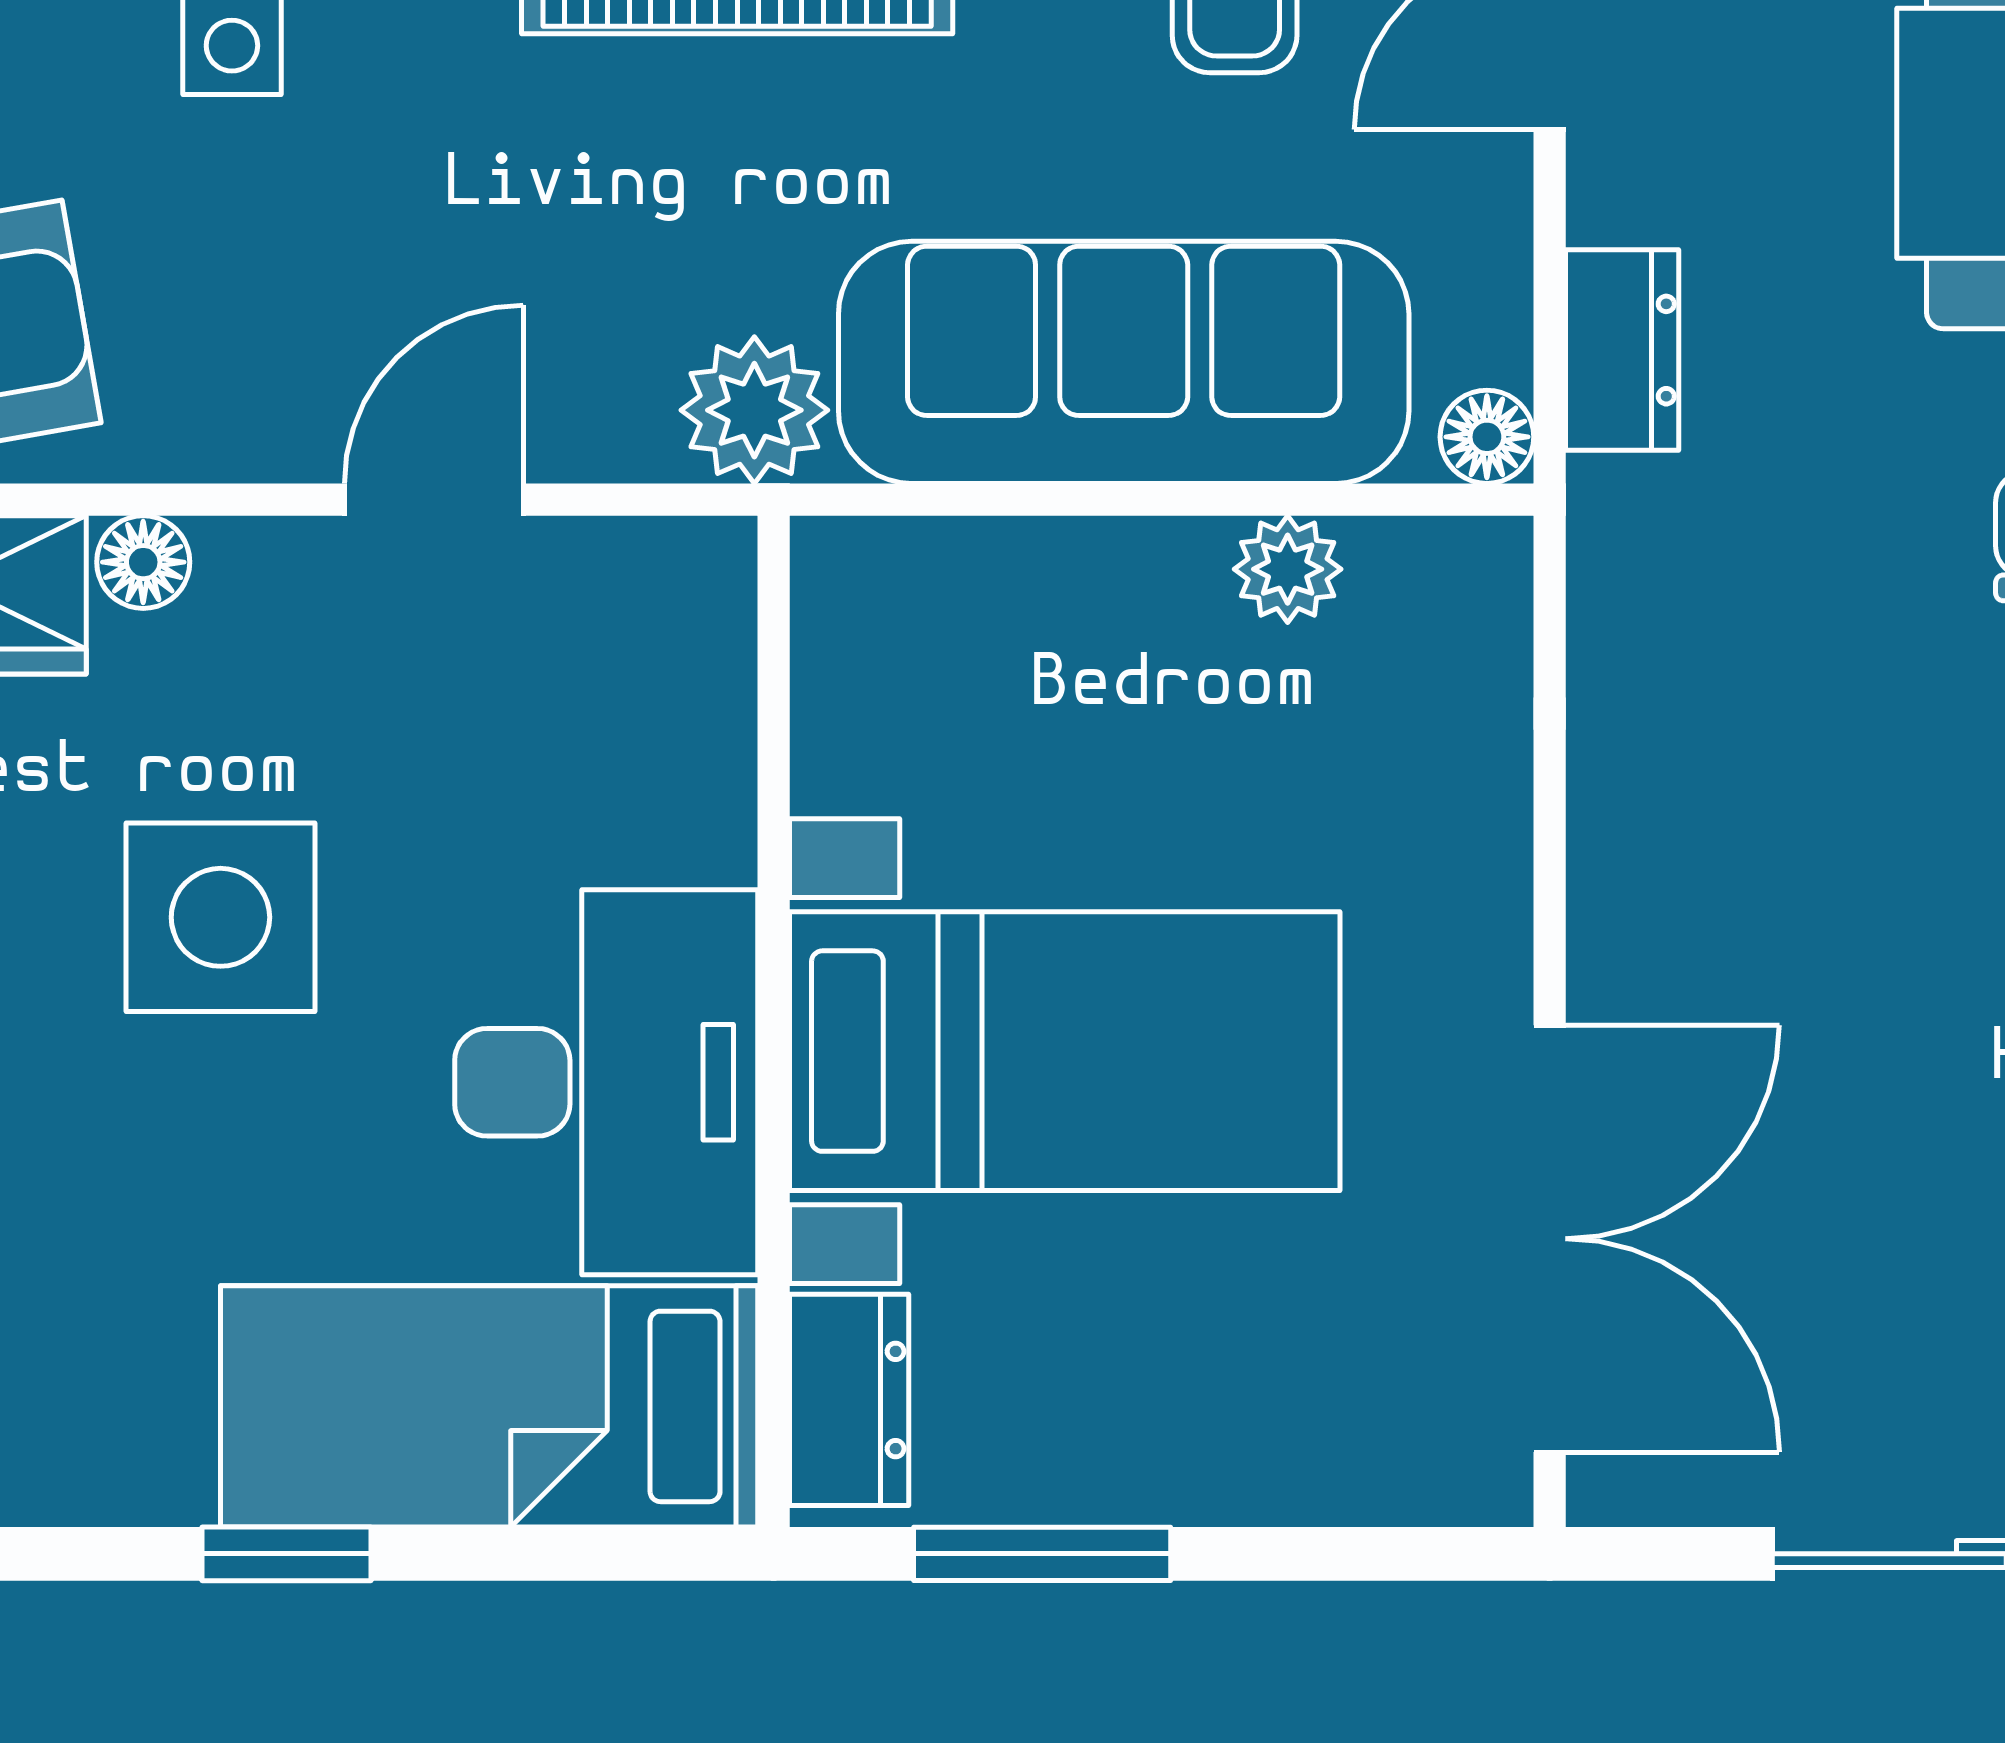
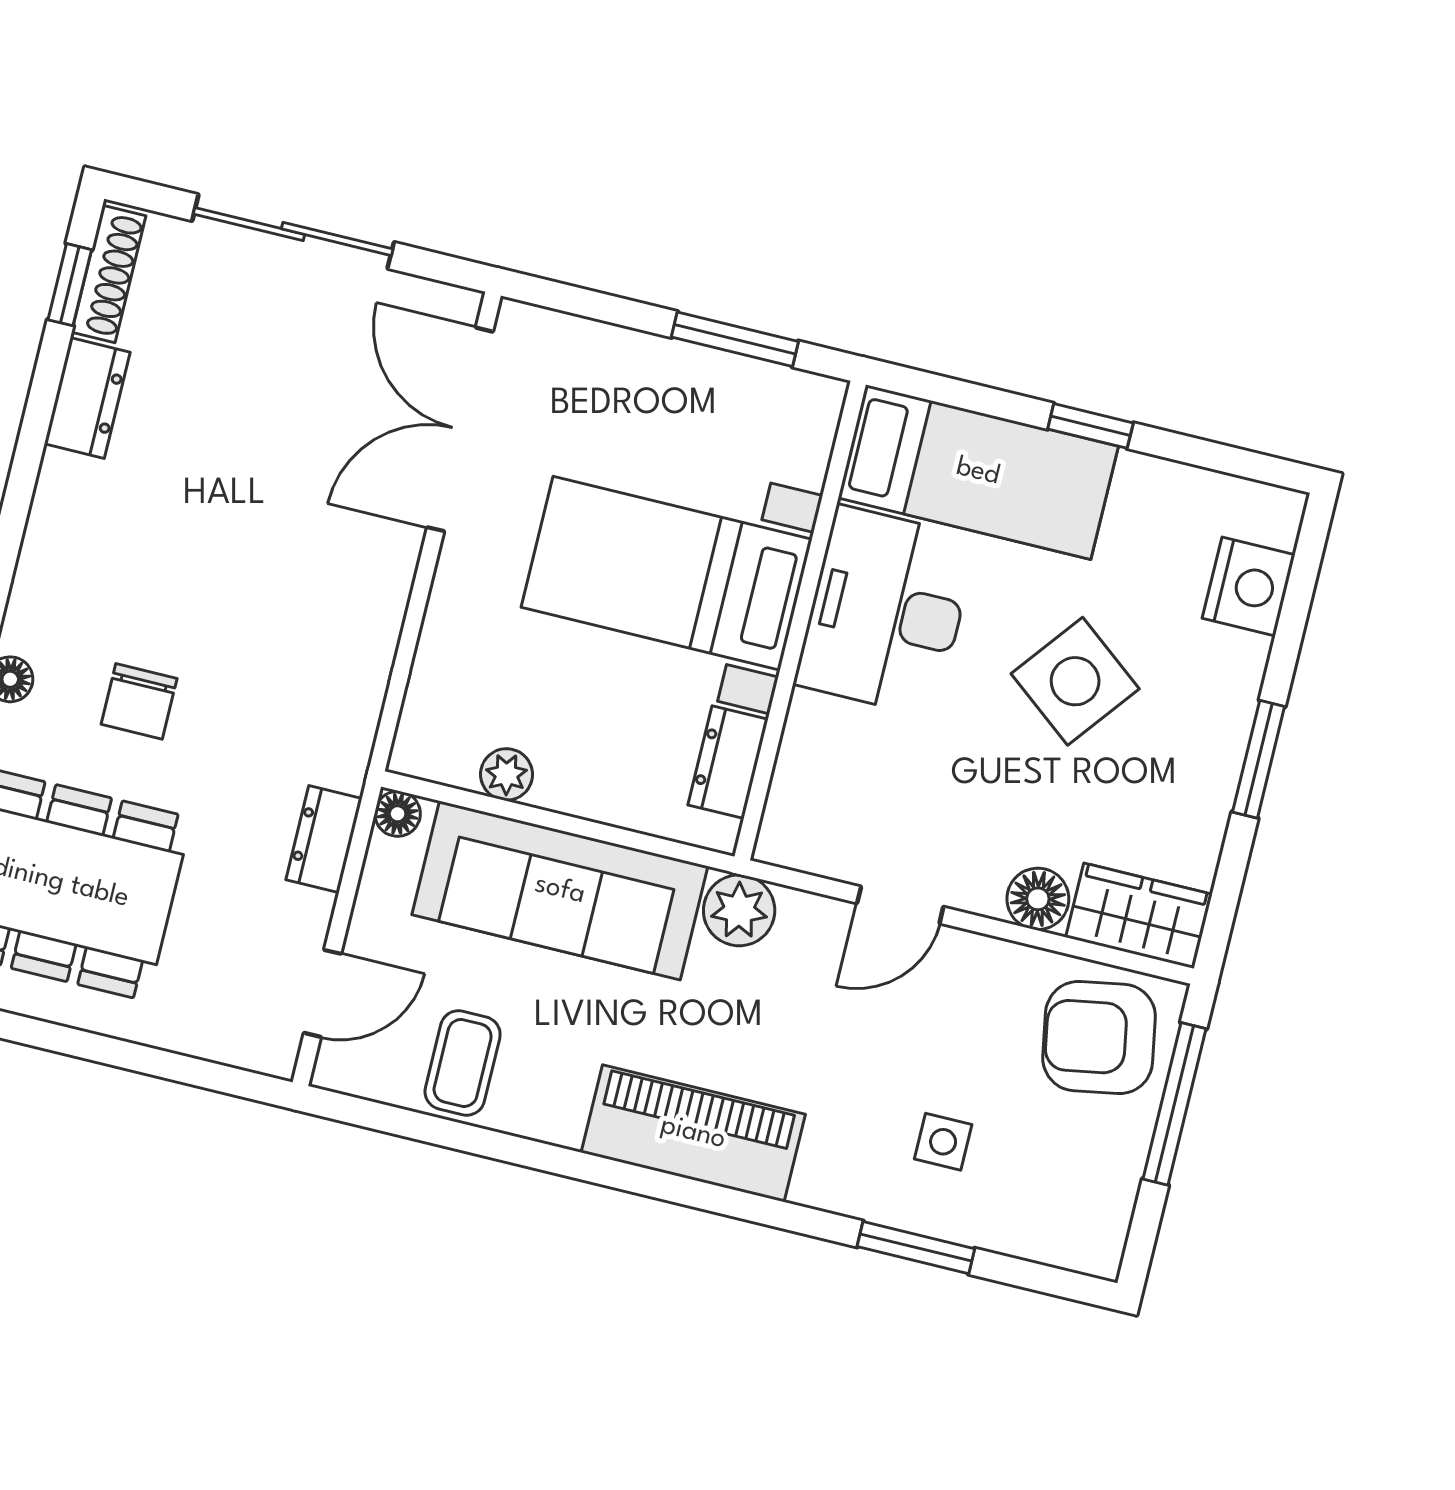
floor lamp: (143, 562) -> (1038, 899), width x1.37, depth x1.37
side table: (220, 917) -> (1075, 681), moved, turned 38
dresser: (849, 1400) -> (728, 762), moved

